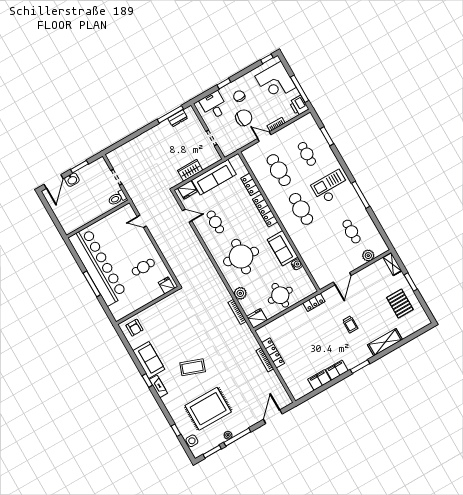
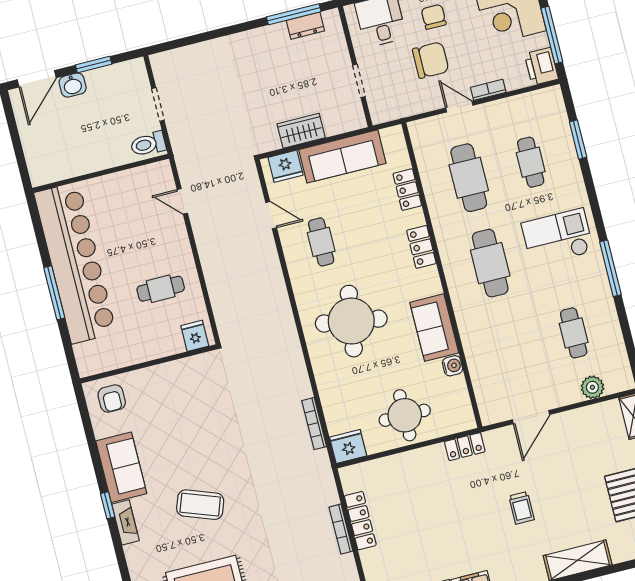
locker: (265, 211) -> (421, 247), width x0.66
plant: (240, 293) -> (330, 390), removed

